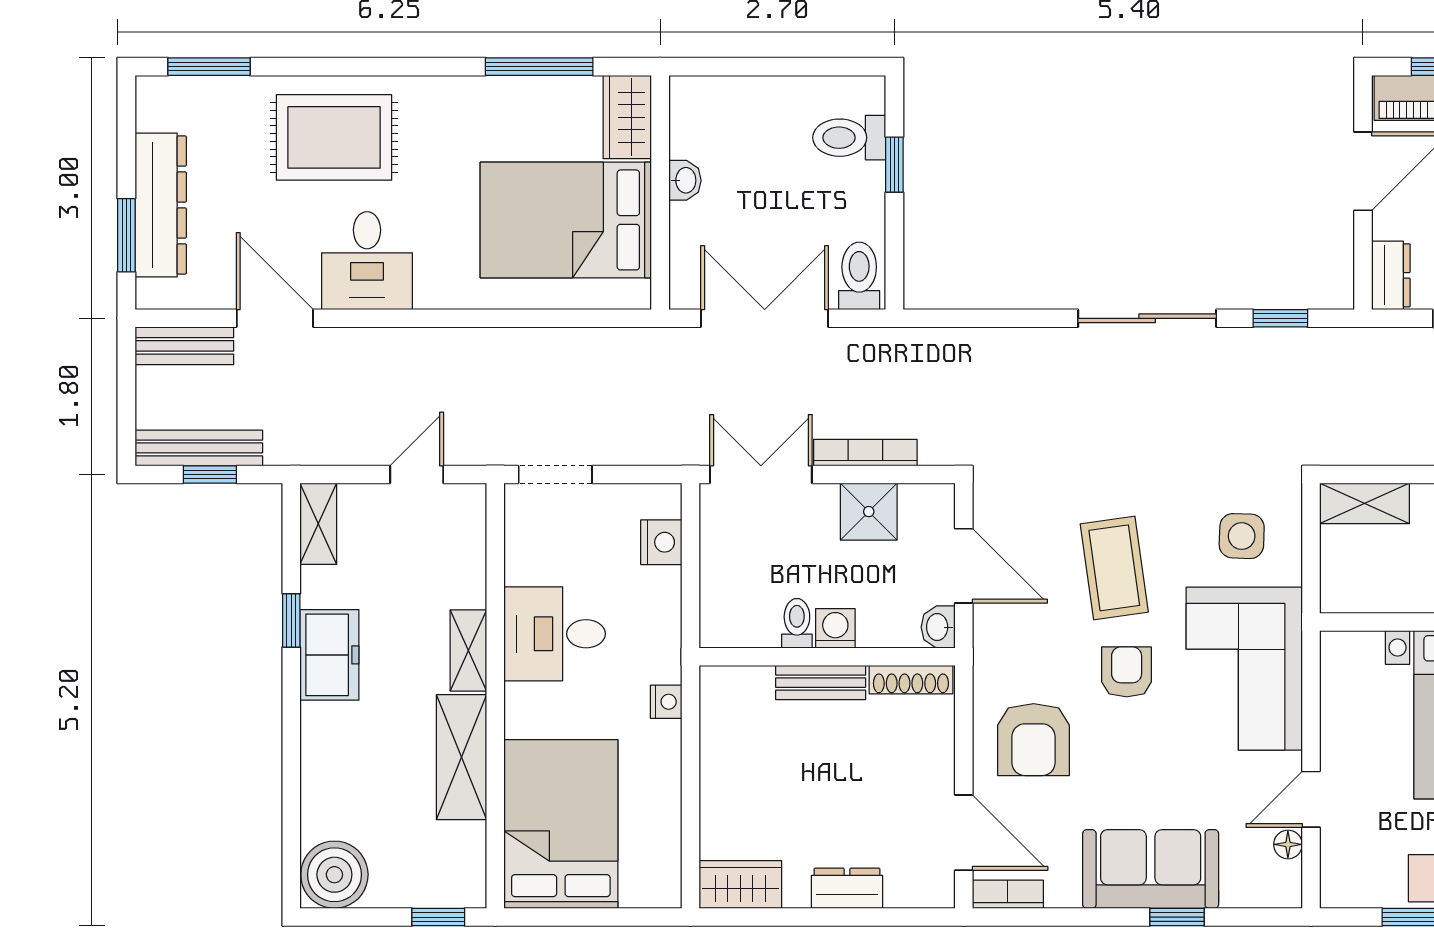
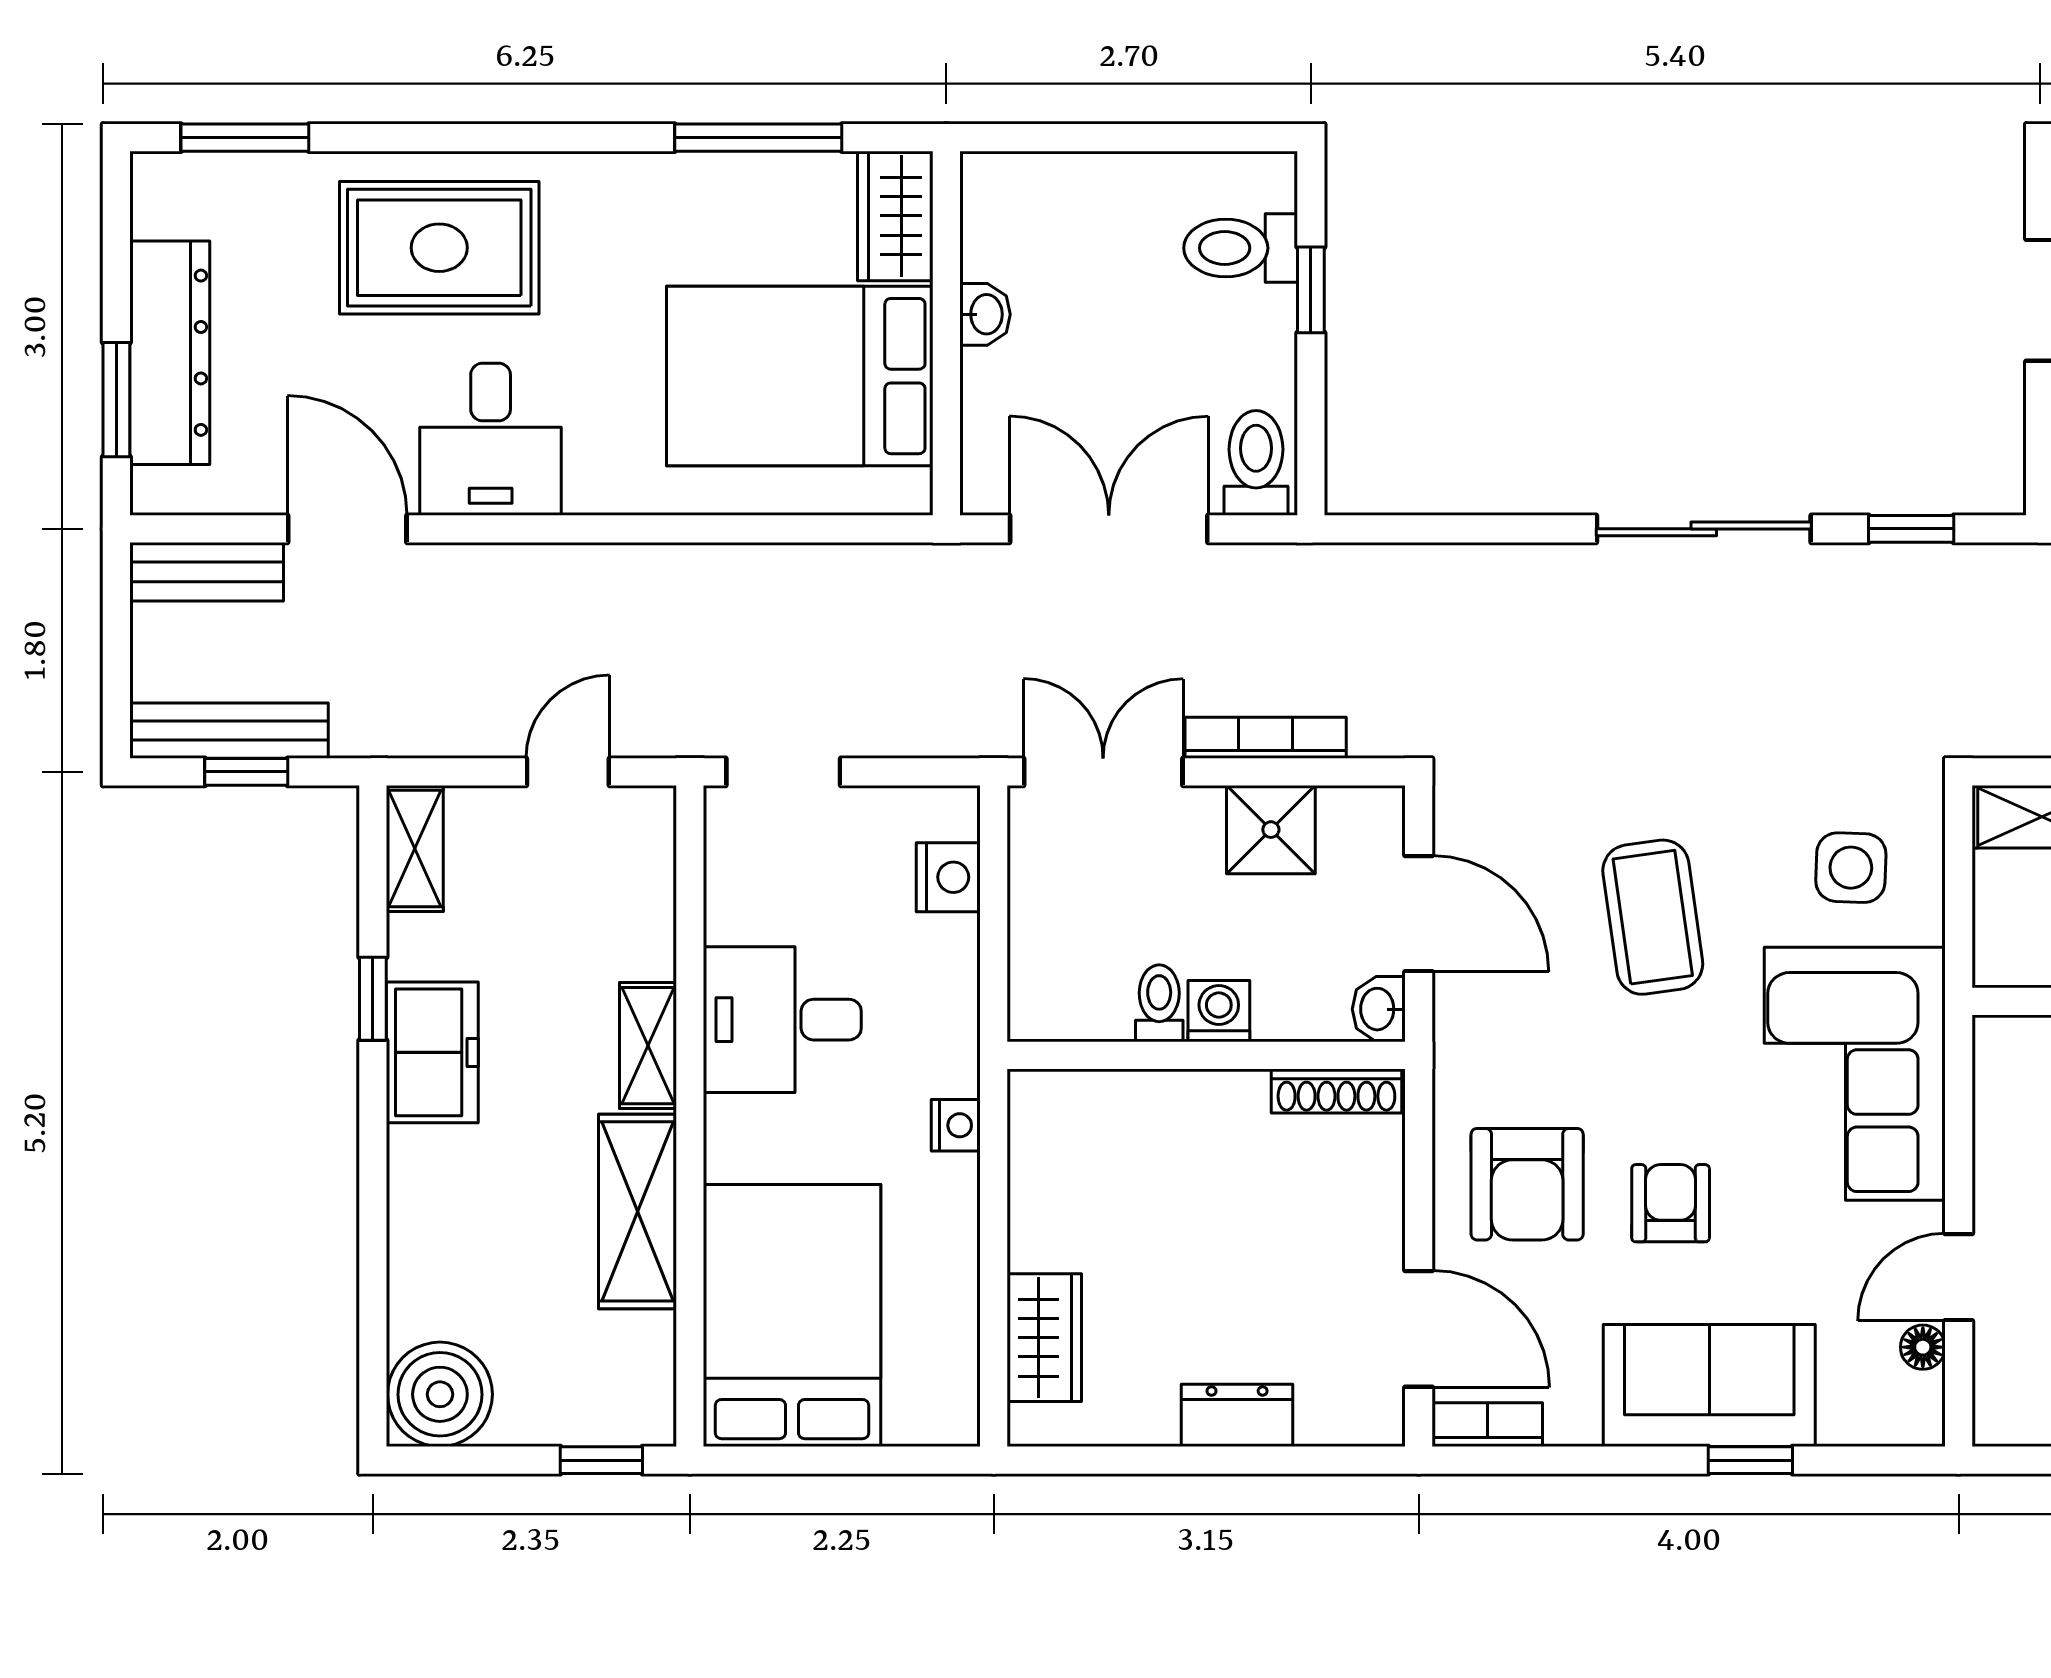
armchair: (1127, 672) -> (1671, 1203), moved
bench: (821, 683) -> (1196, 1095), removed
wardrobe: (740, 884) -> (1044, 1338), moved, turned 90

